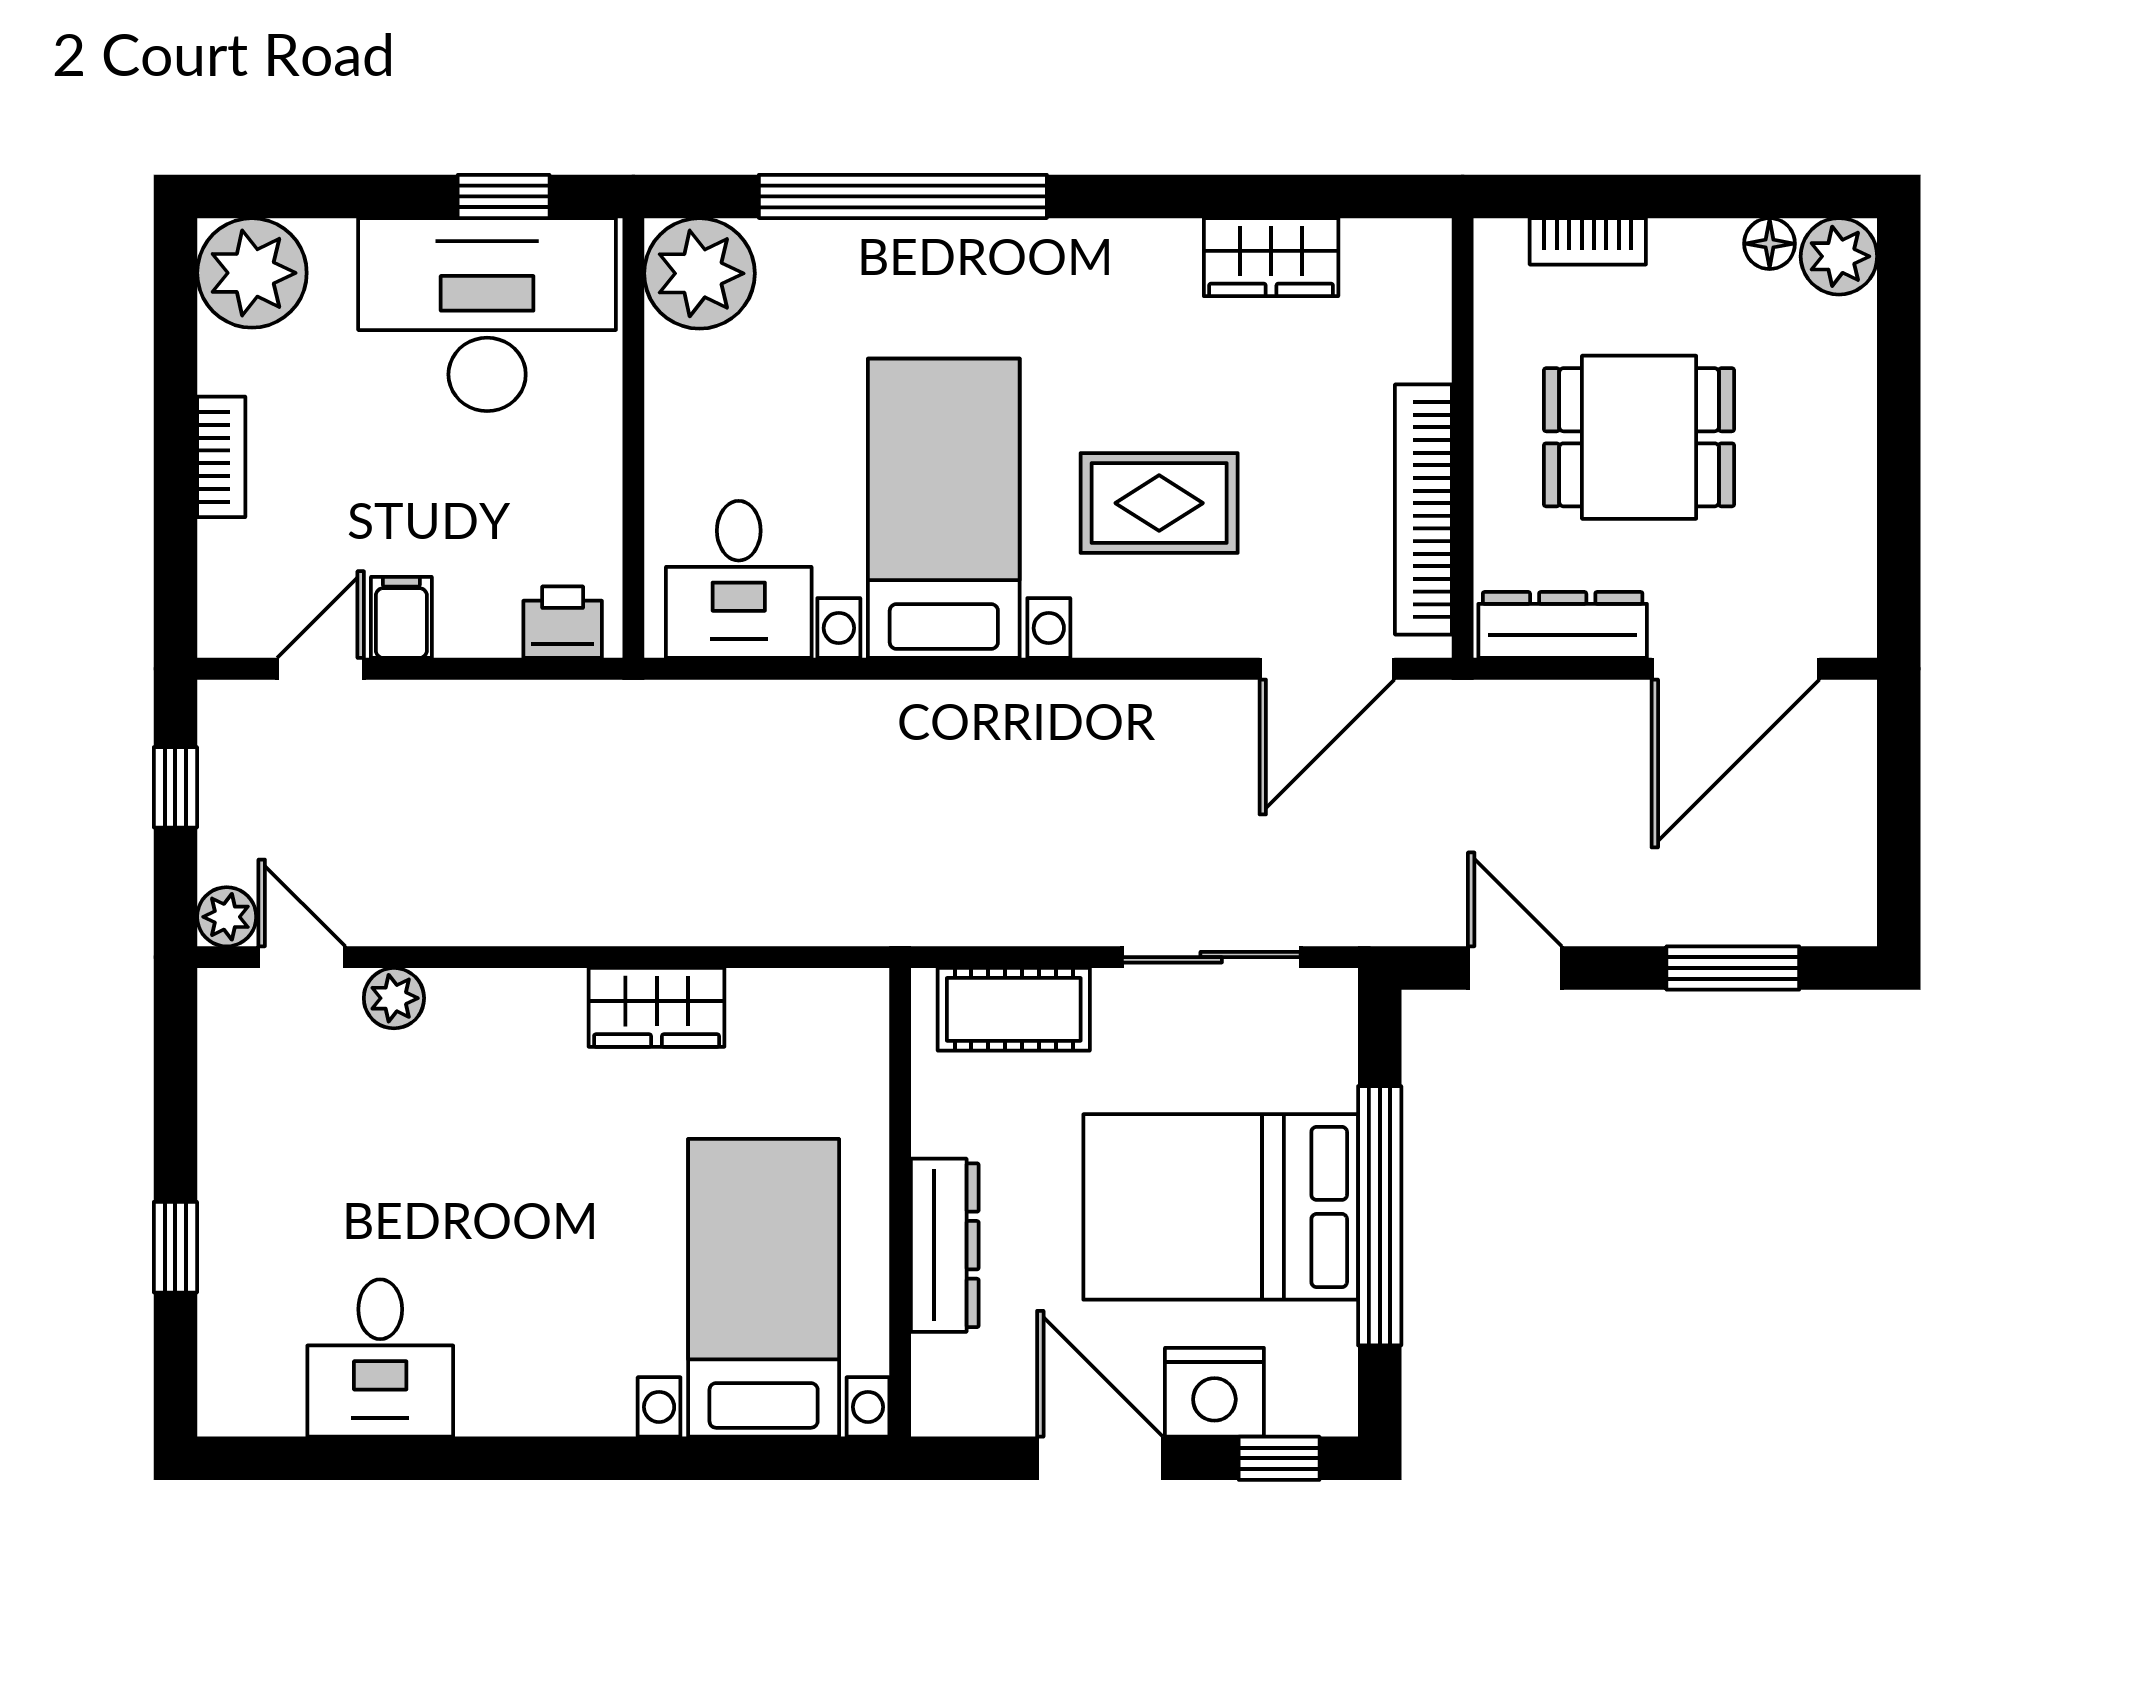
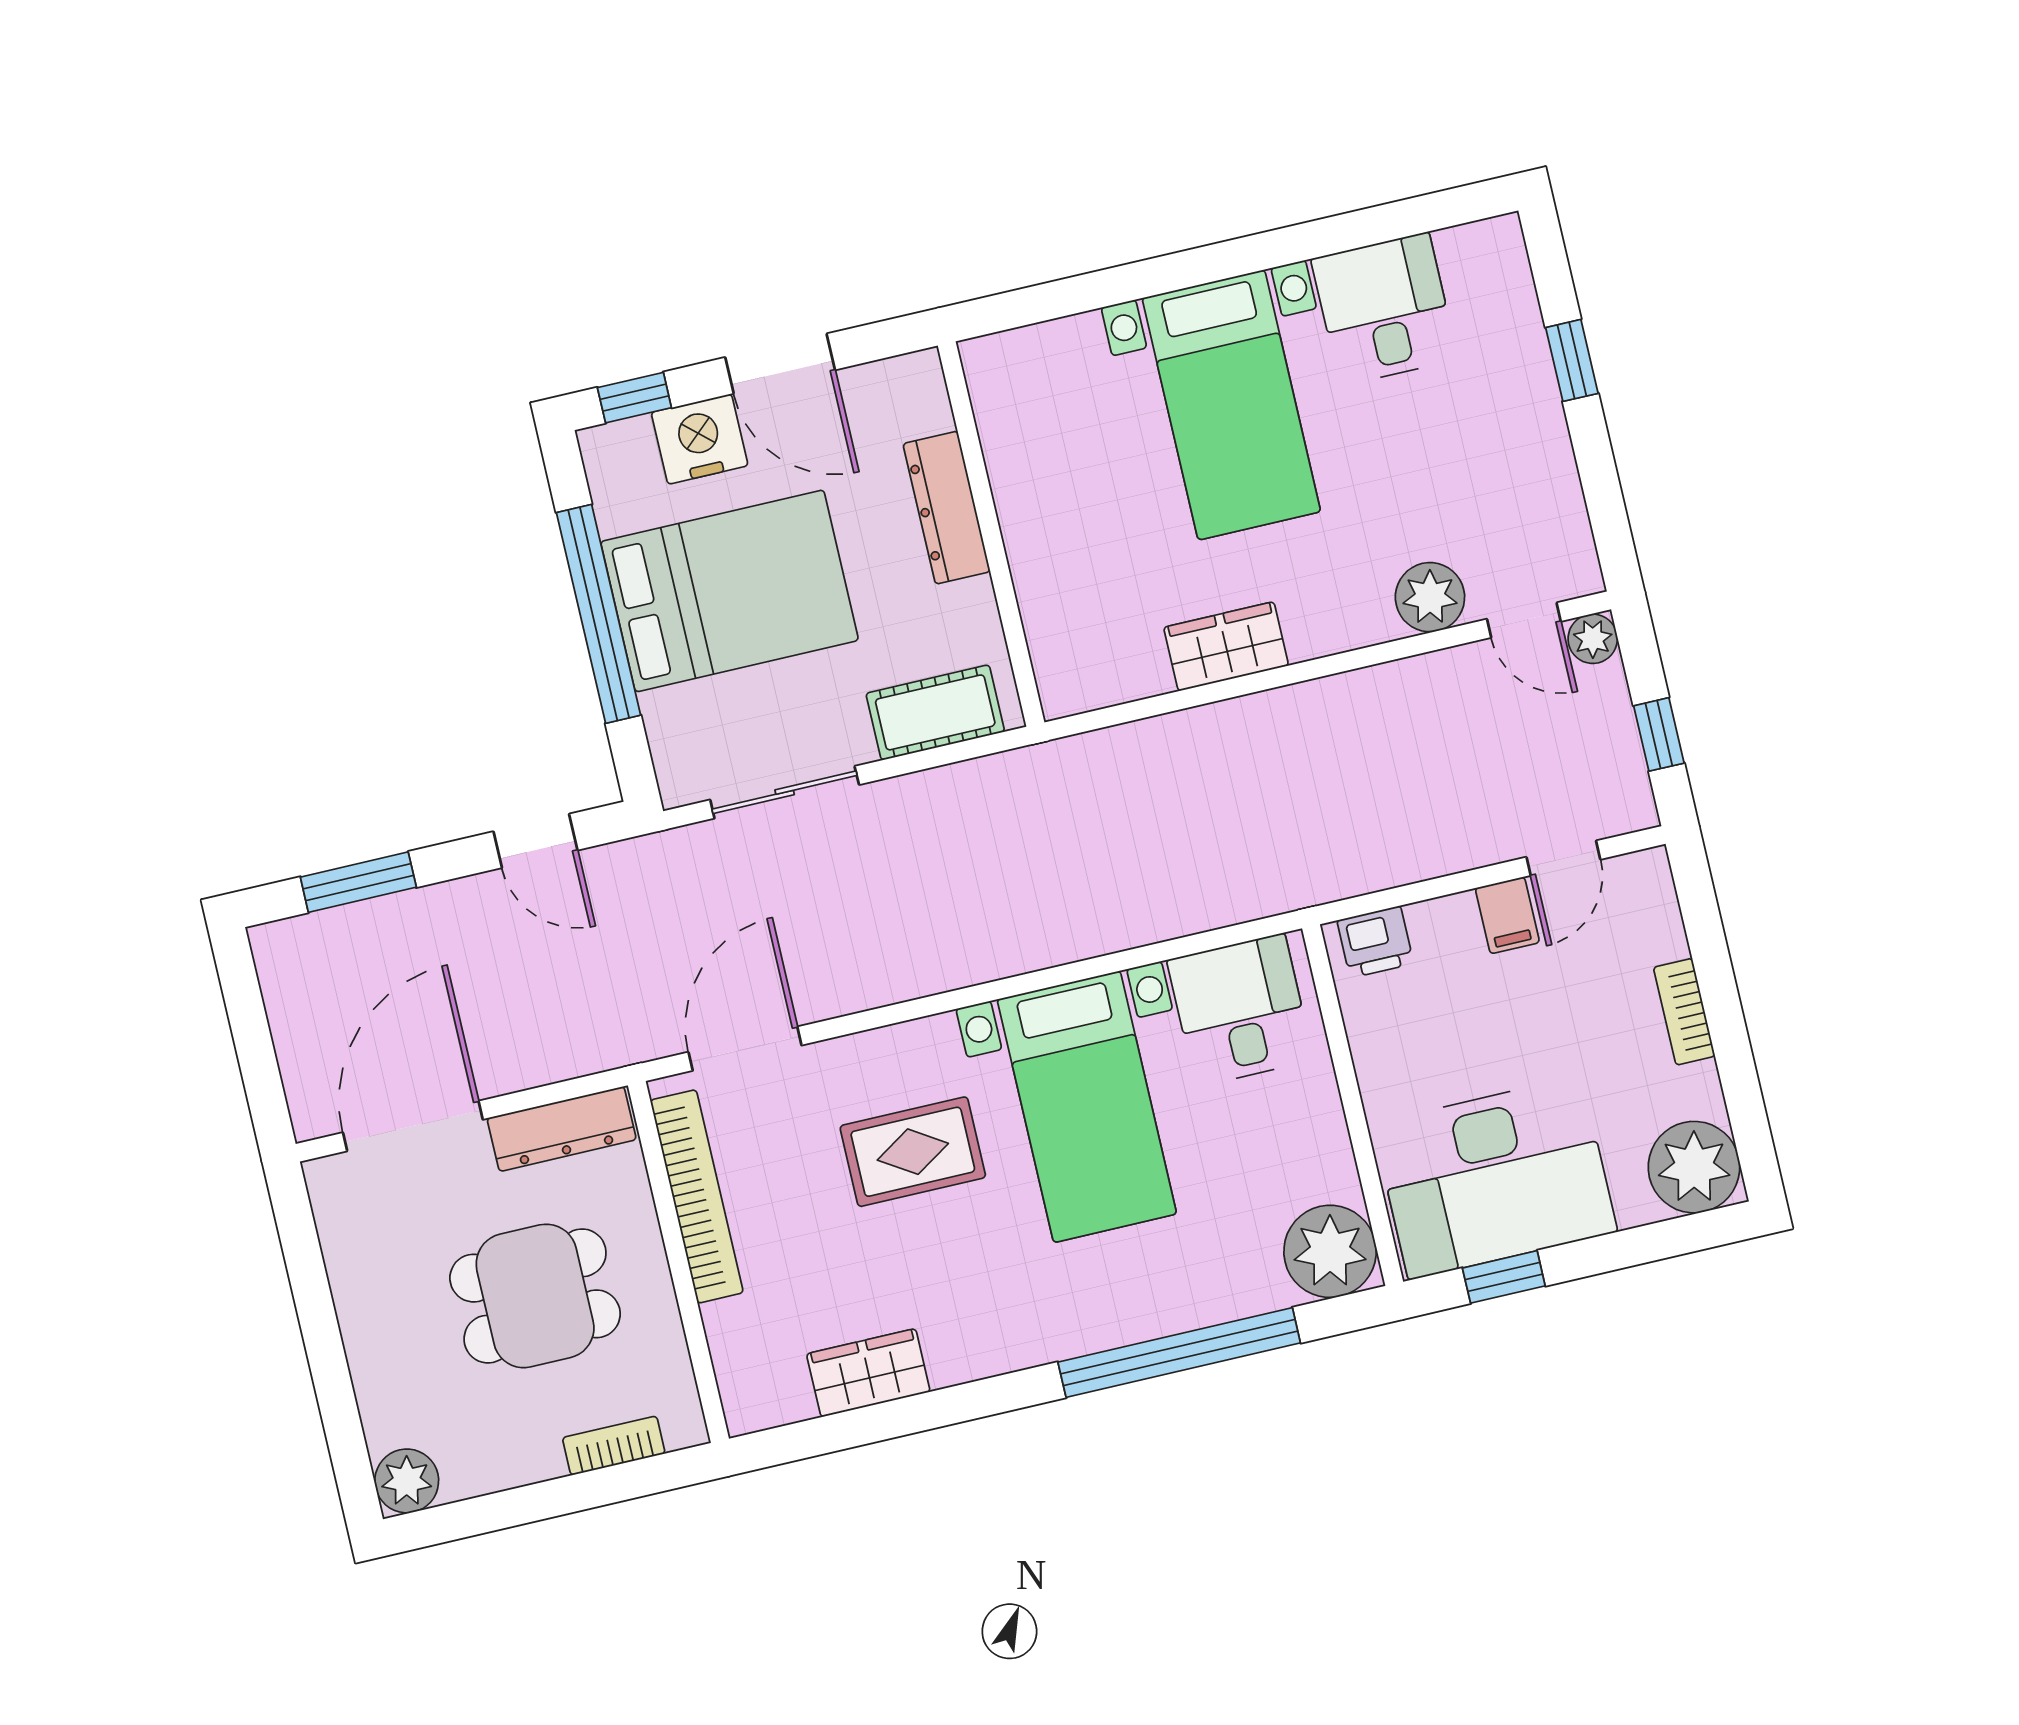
floor lamp: (1770, 244) -> (466, 1478), removed
plant: (394, 998) -> (1430, 597), width x1.38, depth x1.38
bed with nightstands: (764, 1288) -> (1231, 405), moved

